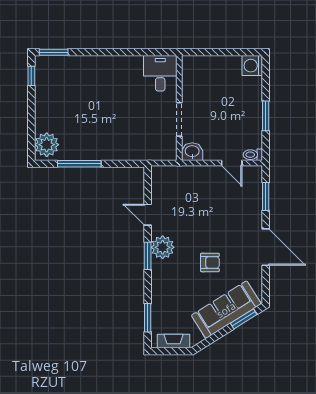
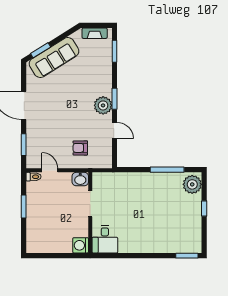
washing machine: (252, 66) -> (81, 245), moved, turned 180
window: (31, 76) -> (204, 208), moved
armchair: (210, 262) -> (80, 148), moved

